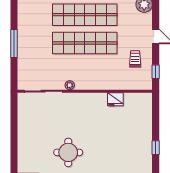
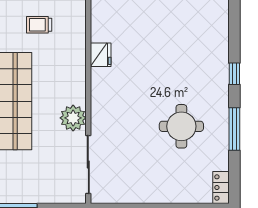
plant: (70, 85) -> (73, 118), width x1.88, depth x1.88

